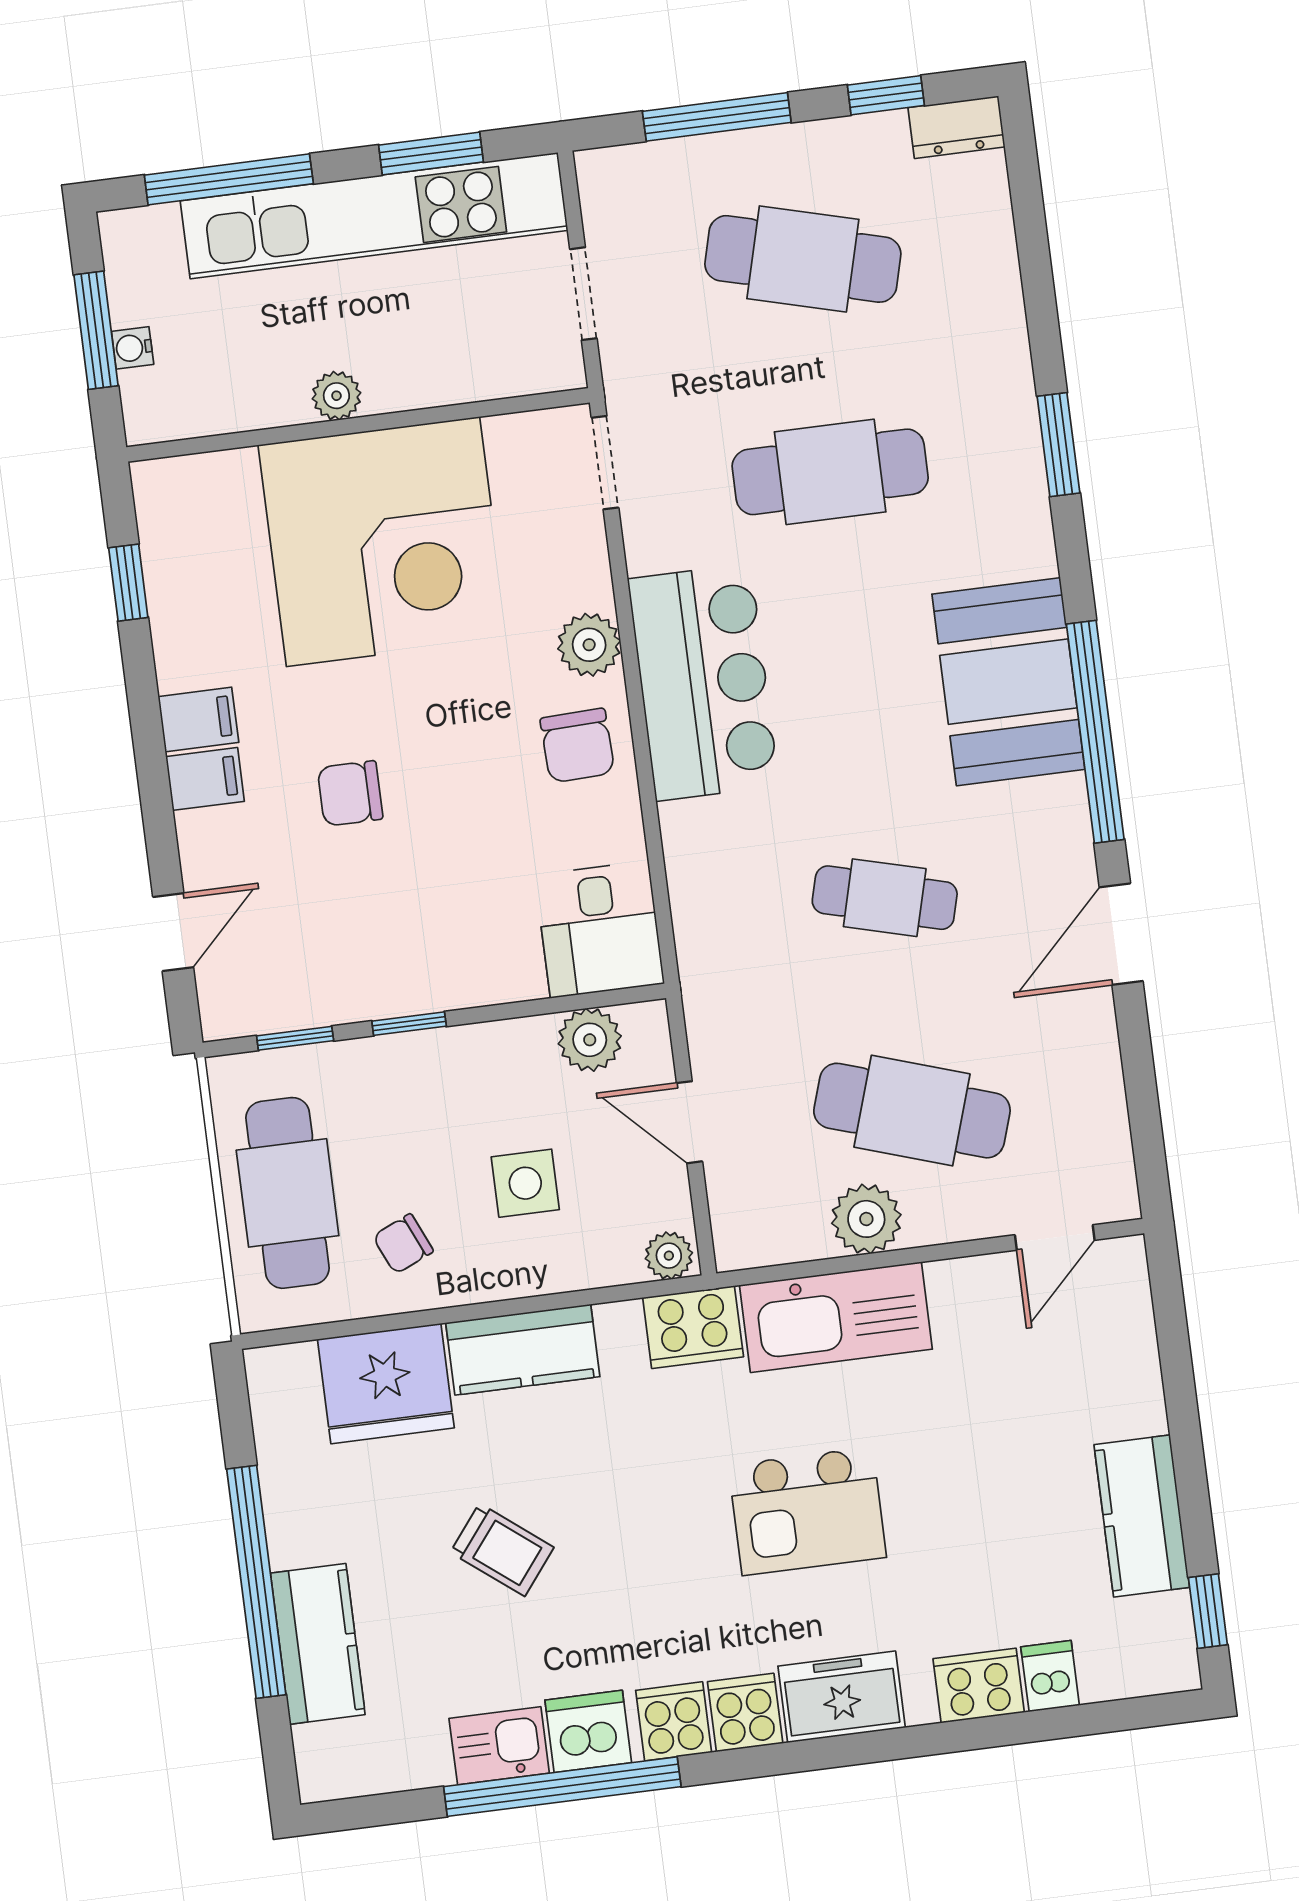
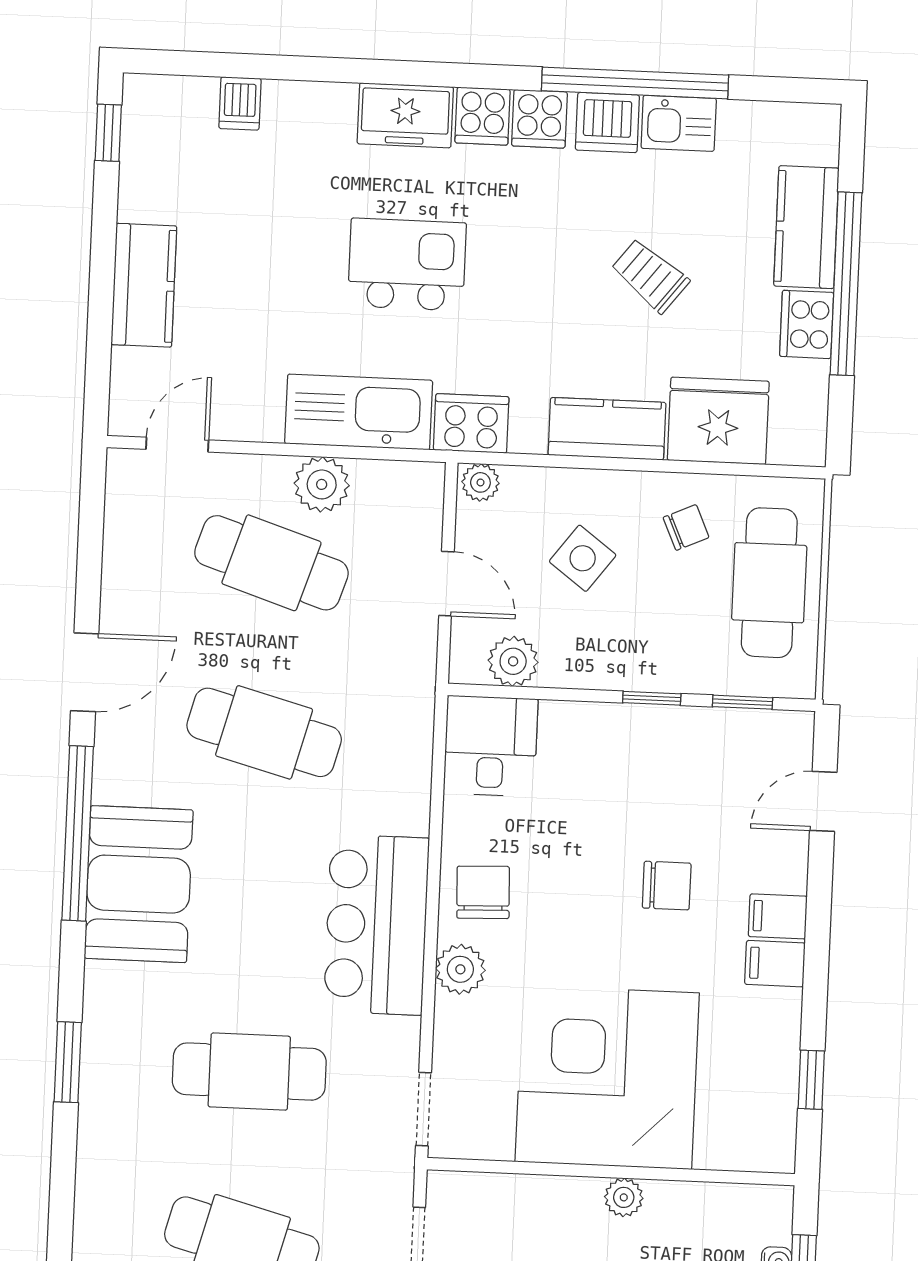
cafe table: (885, 898) -> (264, 732), width x1.37, depth x1.35
side table: (525, 1183) -> (583, 558), turned 37
kitchen counter: (1142, 1516) -> (144, 285), moved
cooker: (979, 1685) -> (807, 324), moved, turned 90

